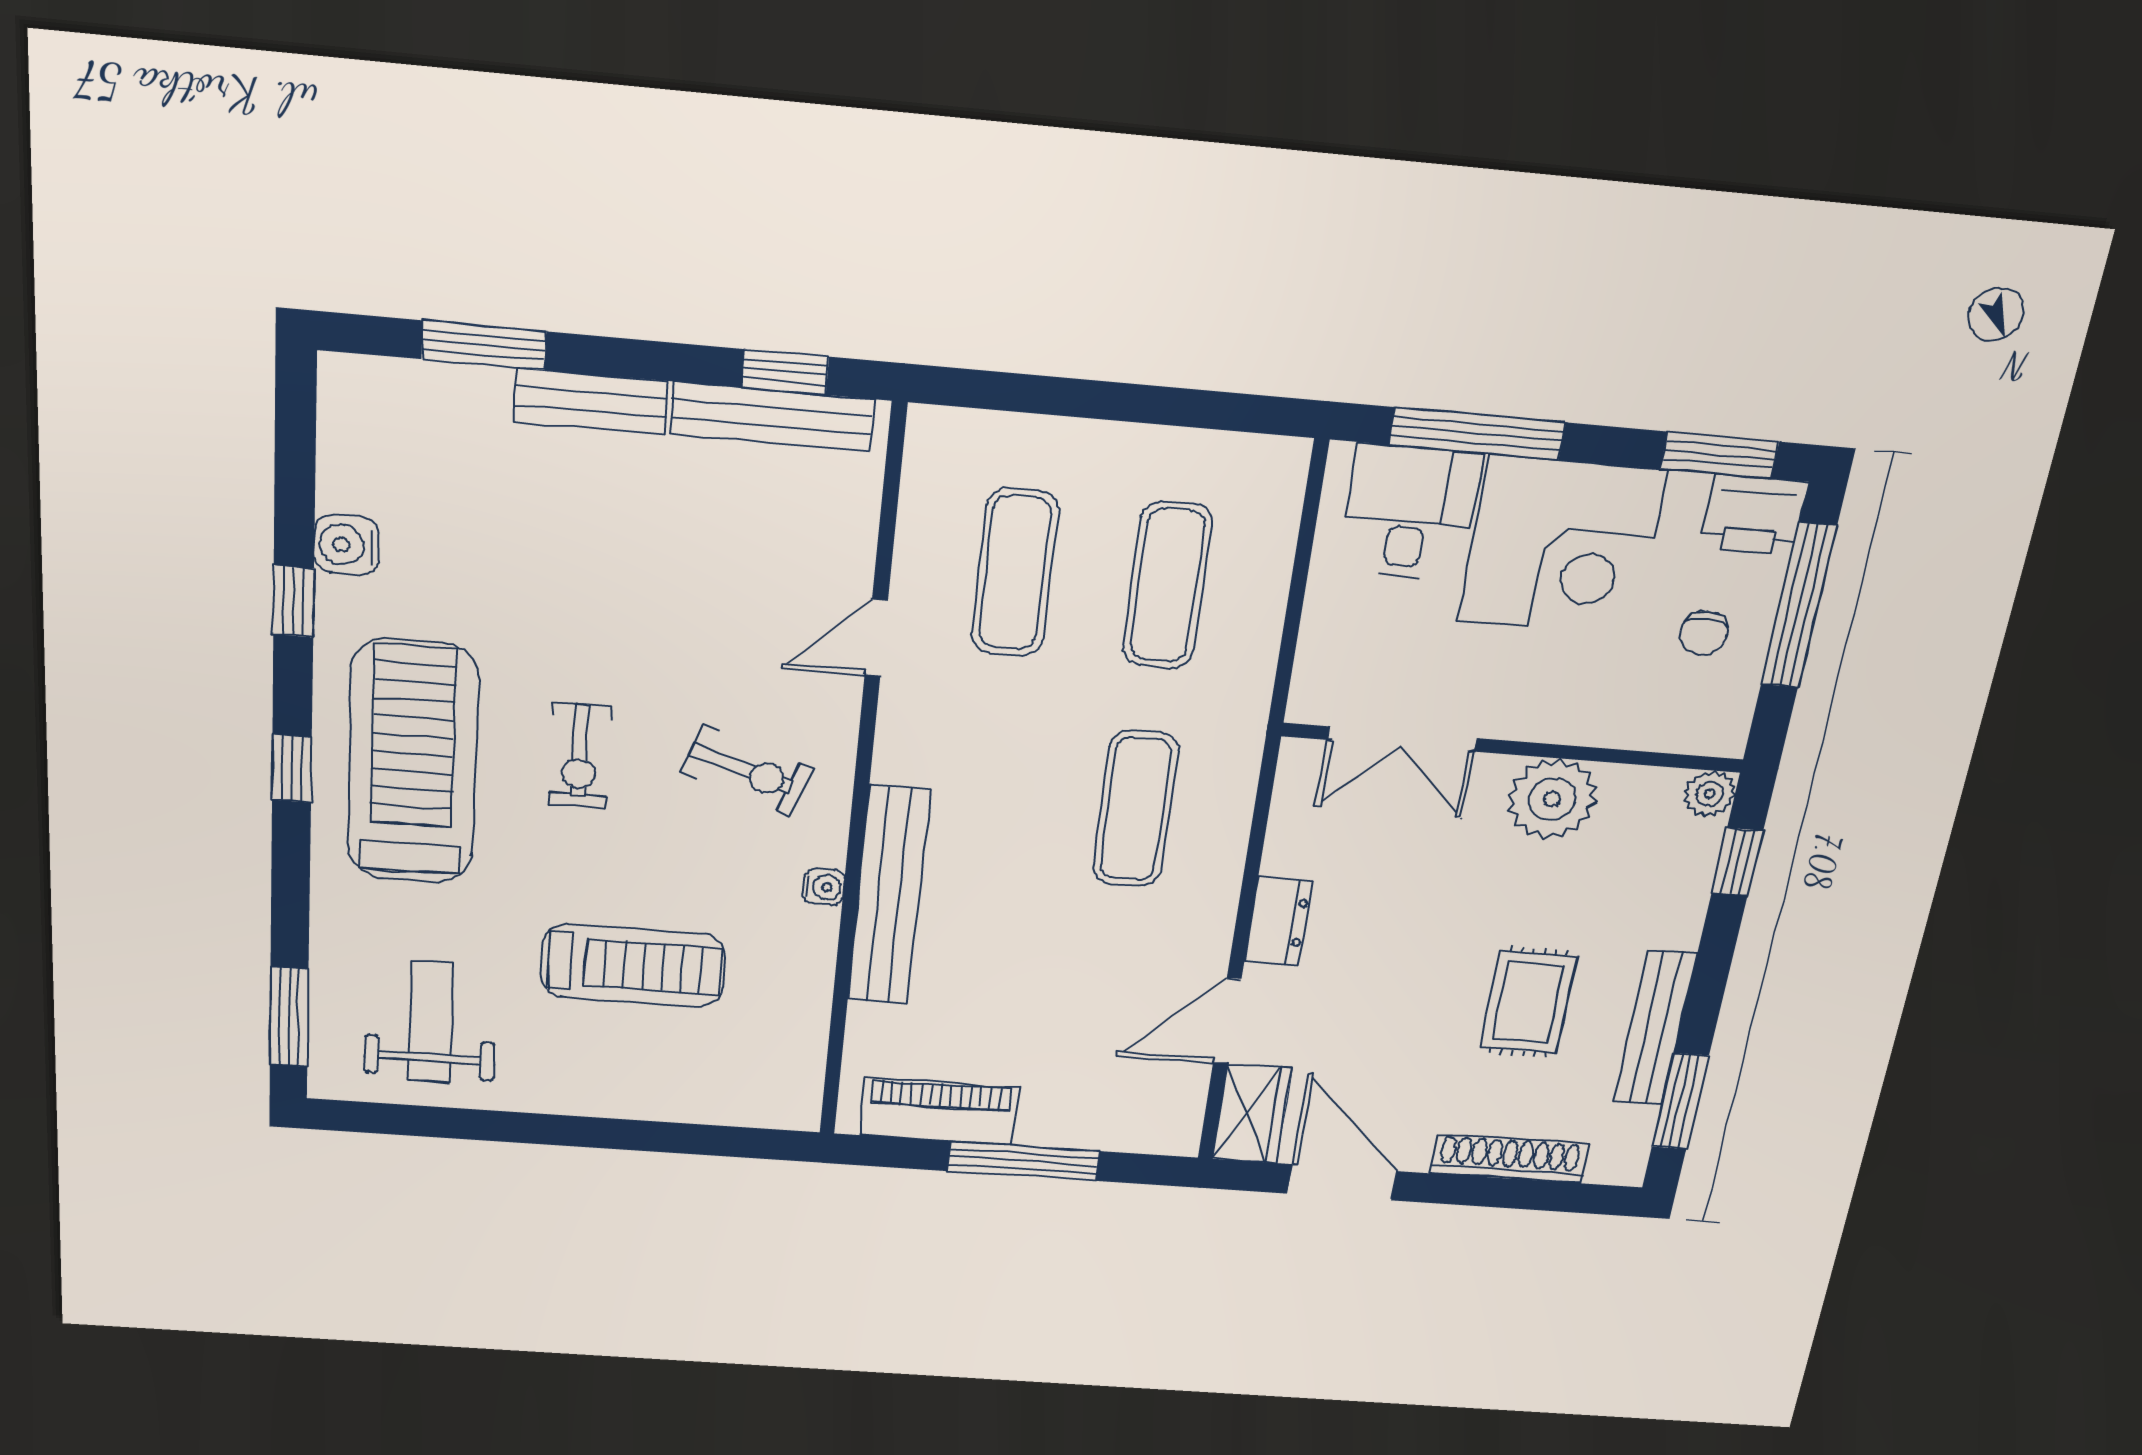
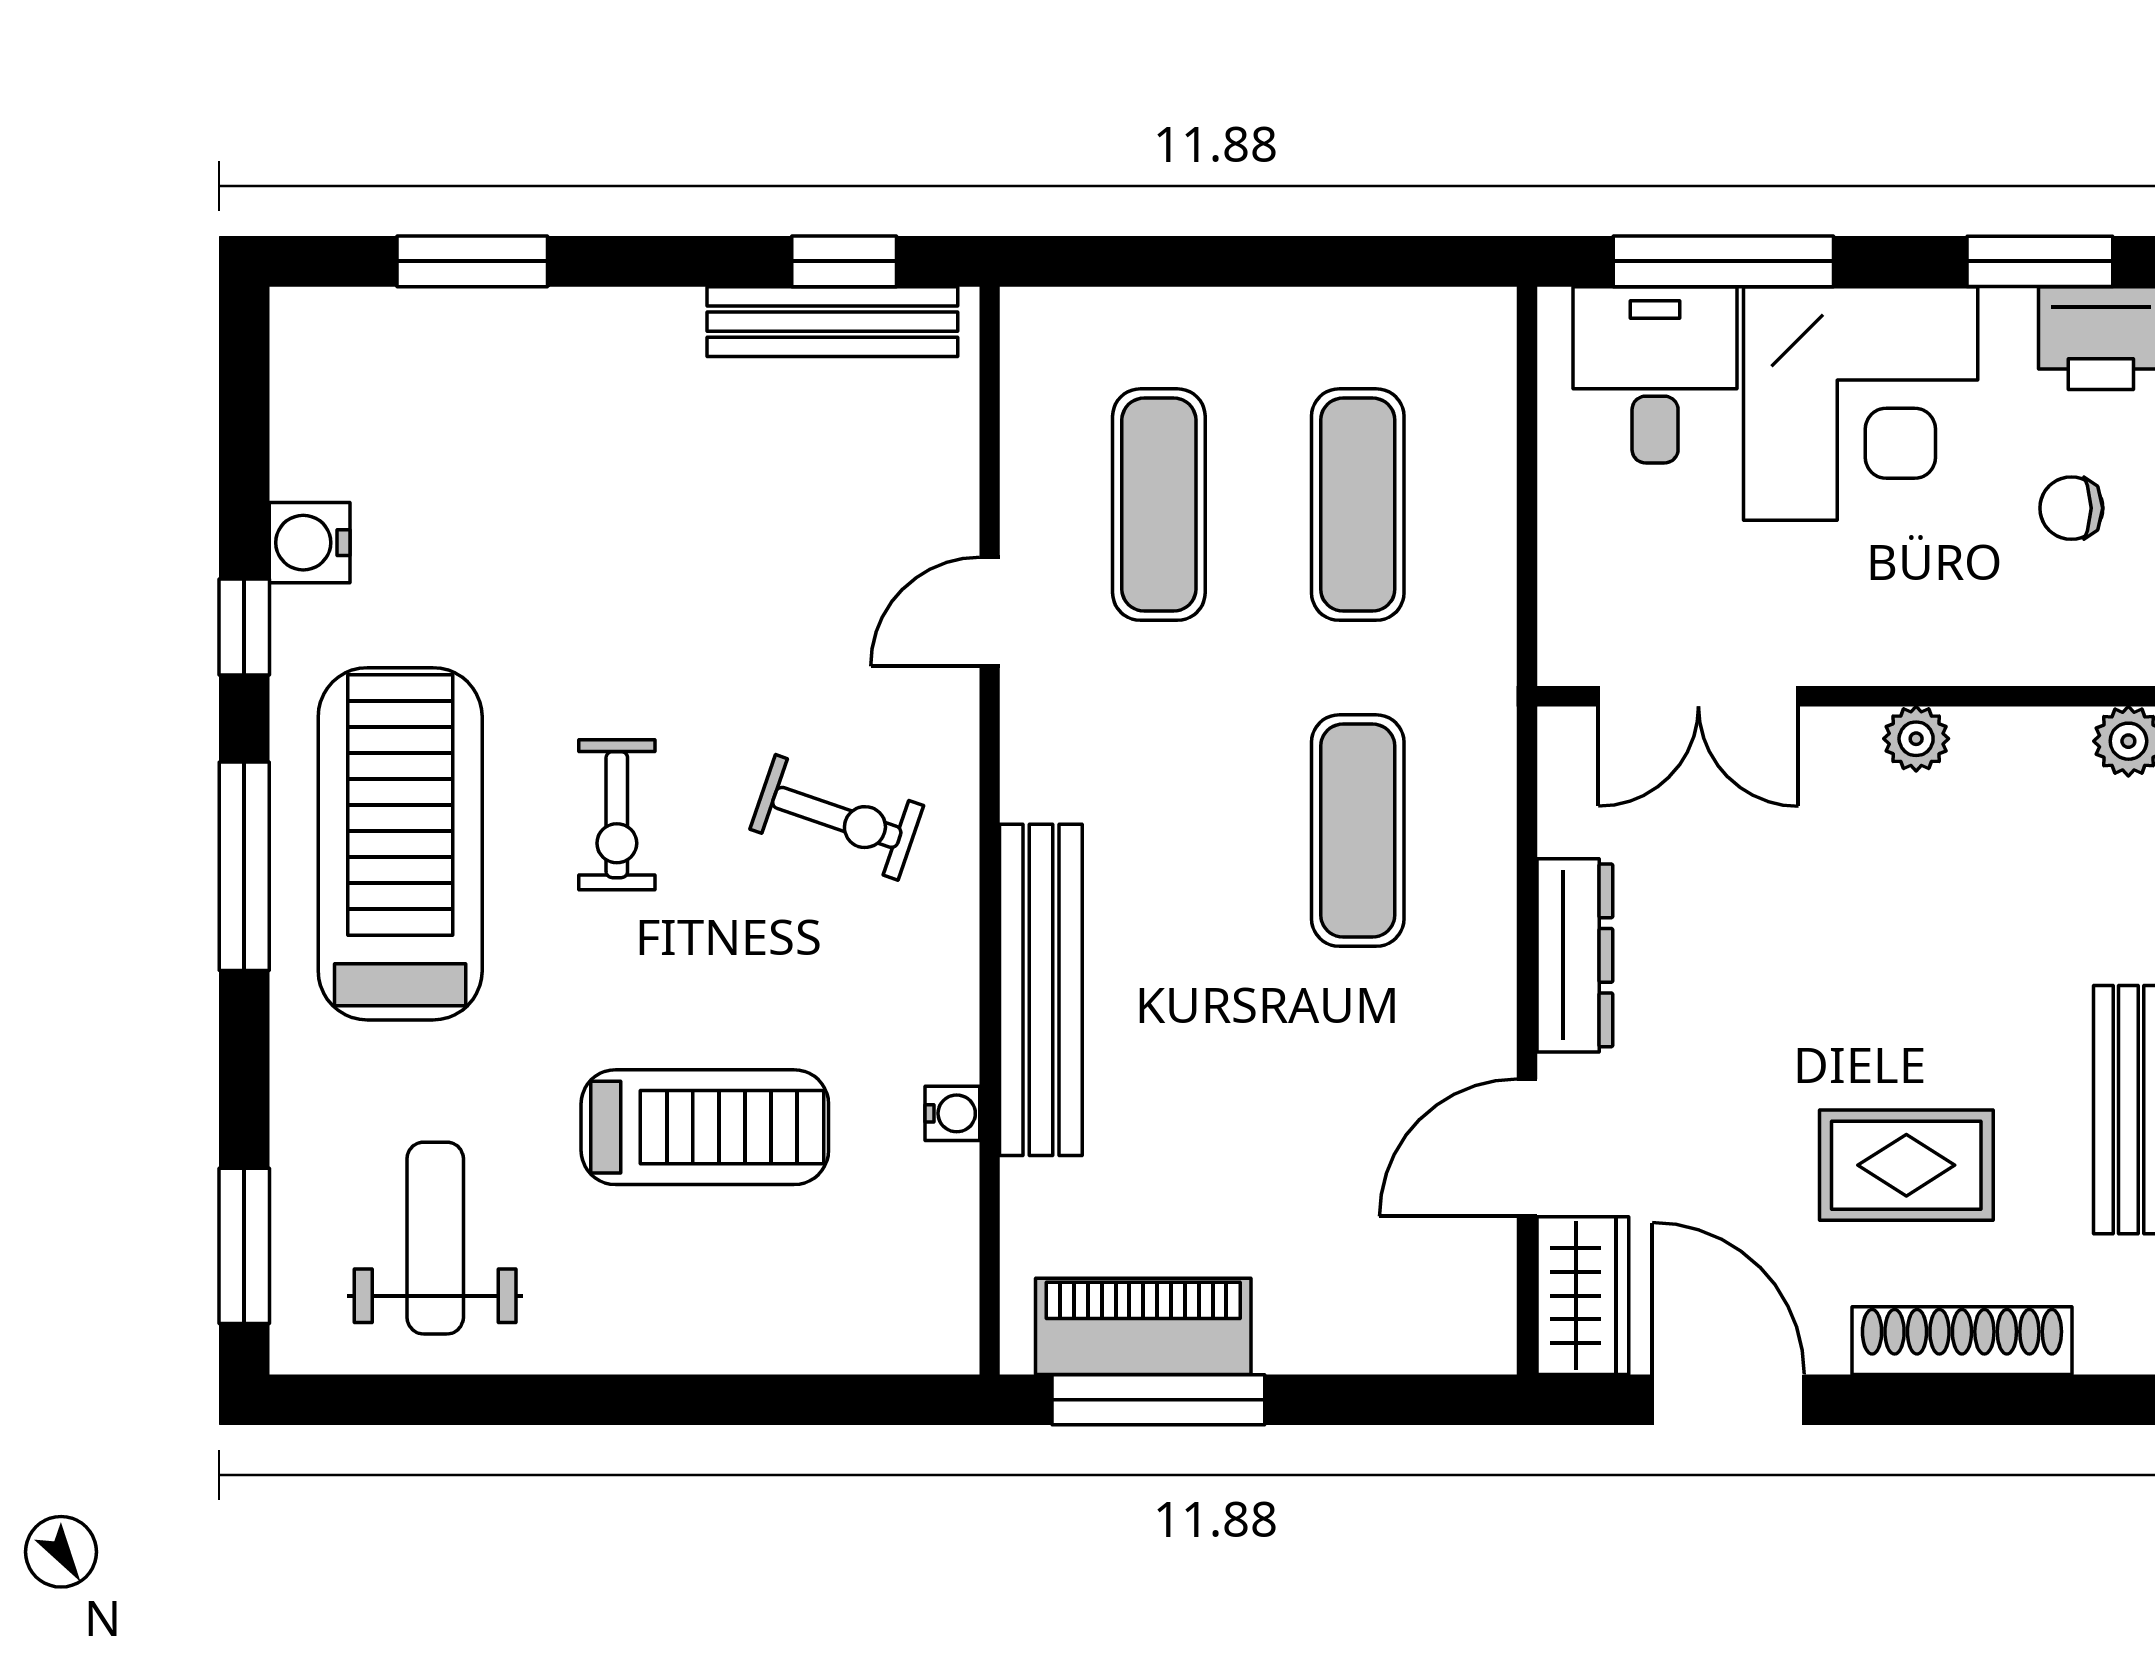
bench: (591, 401) -> (607, 322), removed
chair: (1704, 633) -> (2071, 508), turned 90
window: (292, 769) -> (244, 866), width x2.17
plant: (1552, 799) -> (1916, 739), width x0.53, depth x0.53
water cooler: (824, 887) -> (952, 1113), moved
dresser: (1278, 921) -> (1575, 955), width x1.44
rug: (1528, 1002) -> (1906, 1165), moved, turned 90
window: (1023, 1161) -> (1158, 1400), moved

